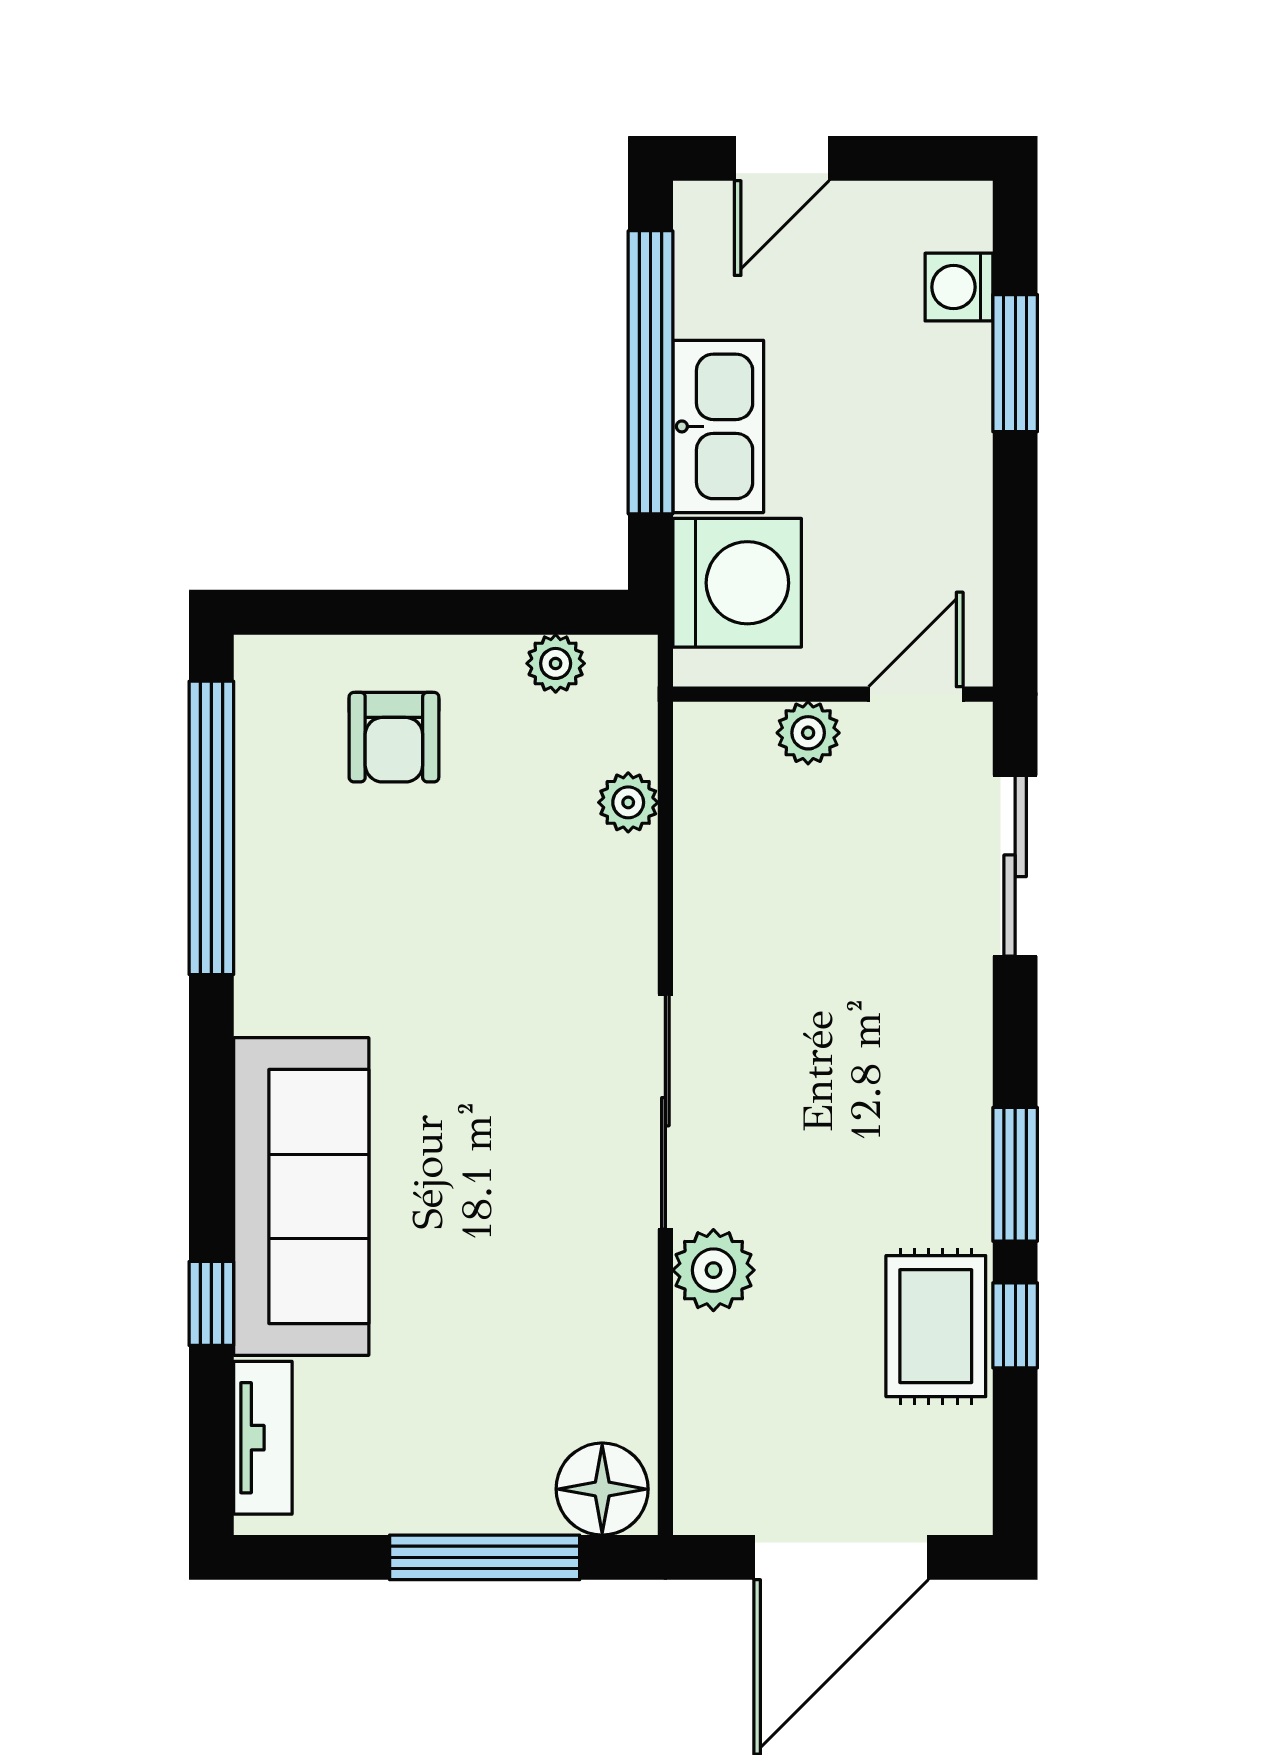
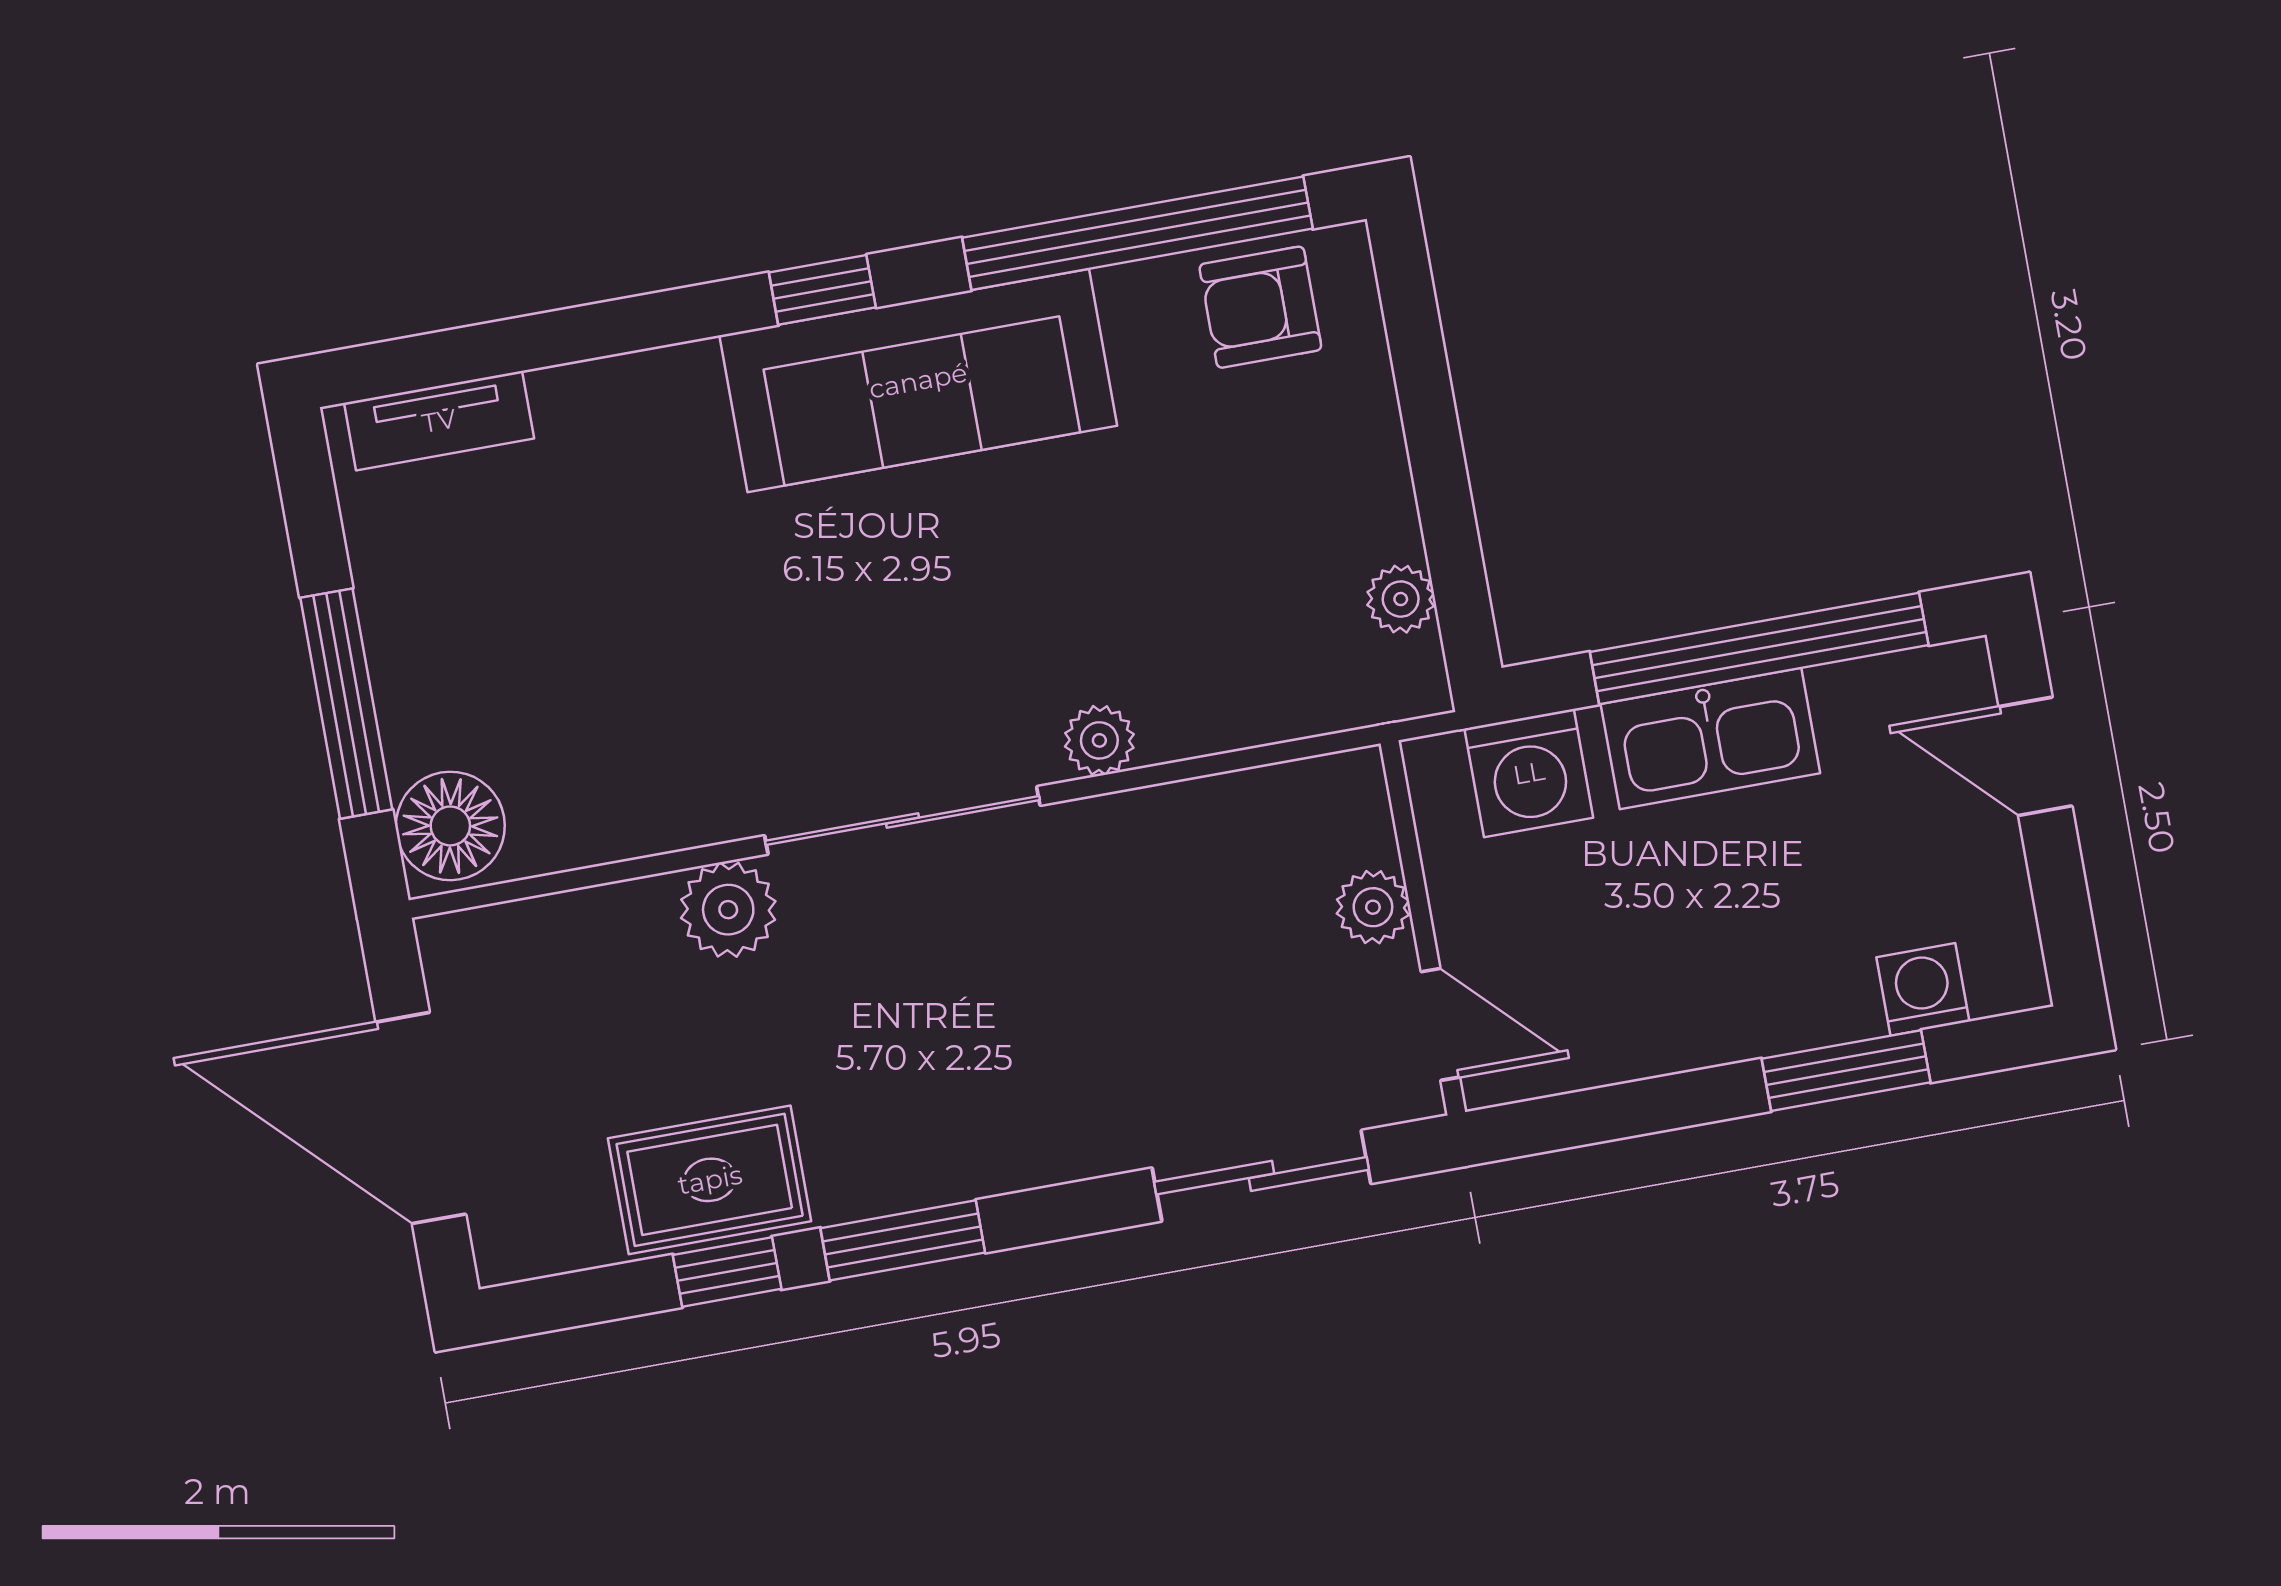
washing machine: (737, 583) -> (1529, 773), width x0.73, depth x0.73
armchair: (394, 737) -> (1260, 307), moved
plant: (628, 802) -> (1099, 740), moved
sofa: (301, 1196) -> (918, 381), moved
window: (211, 1303) -> (822, 290), moved

